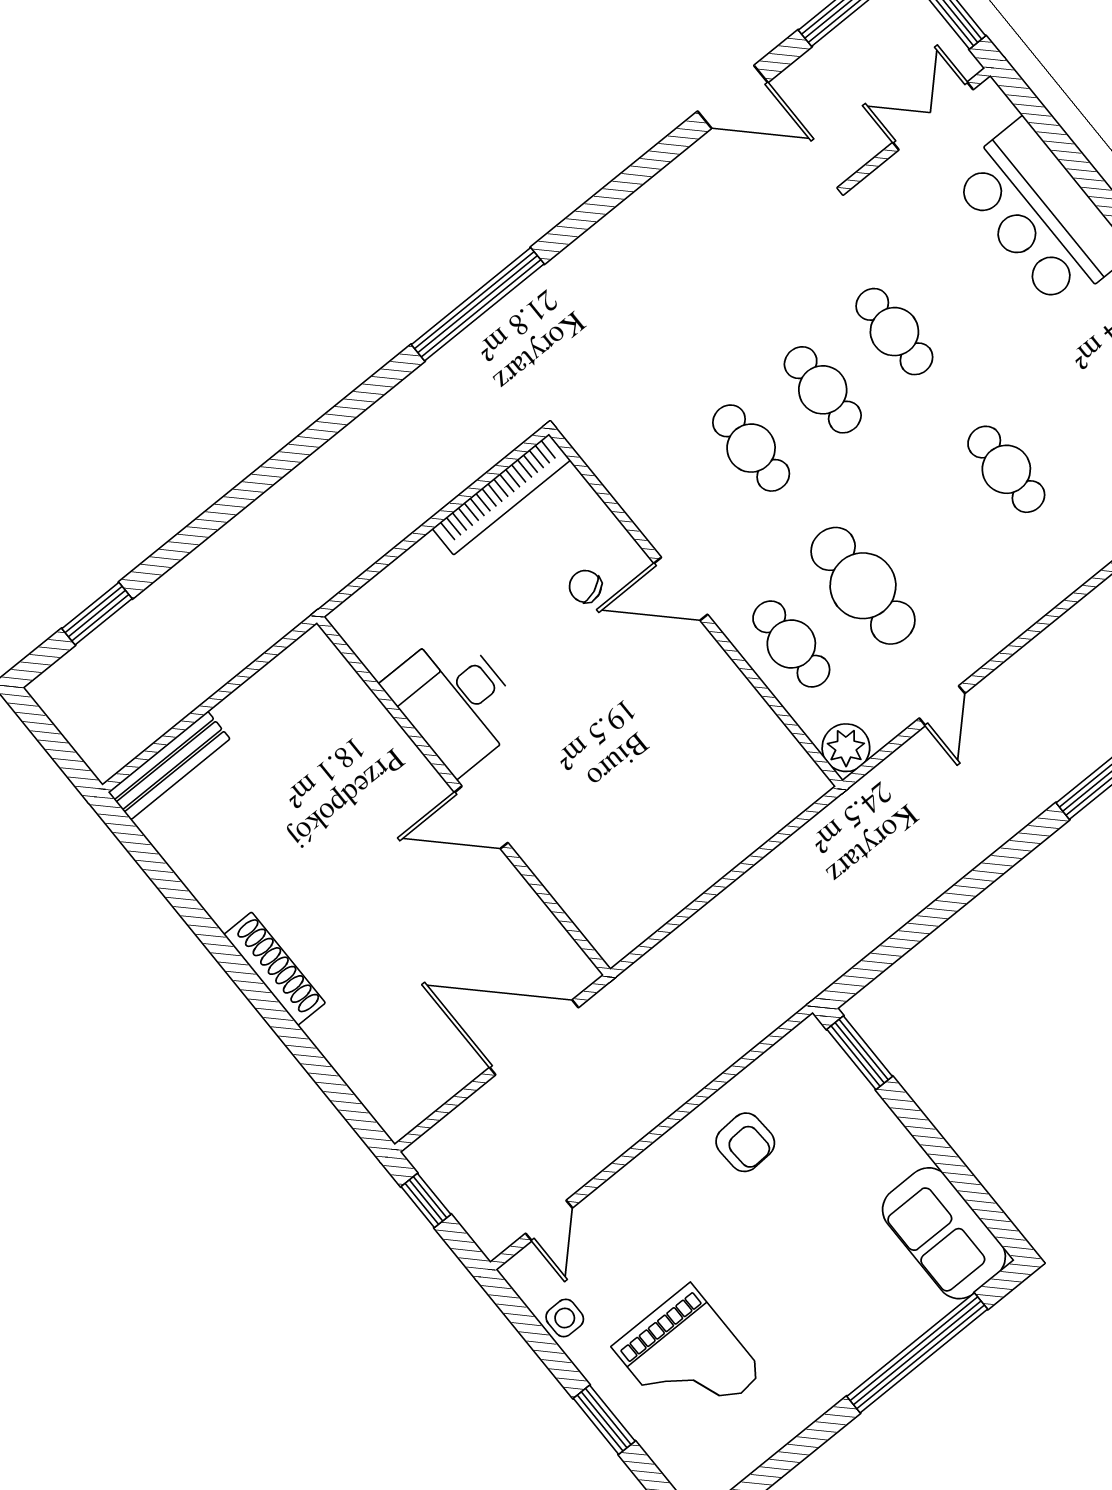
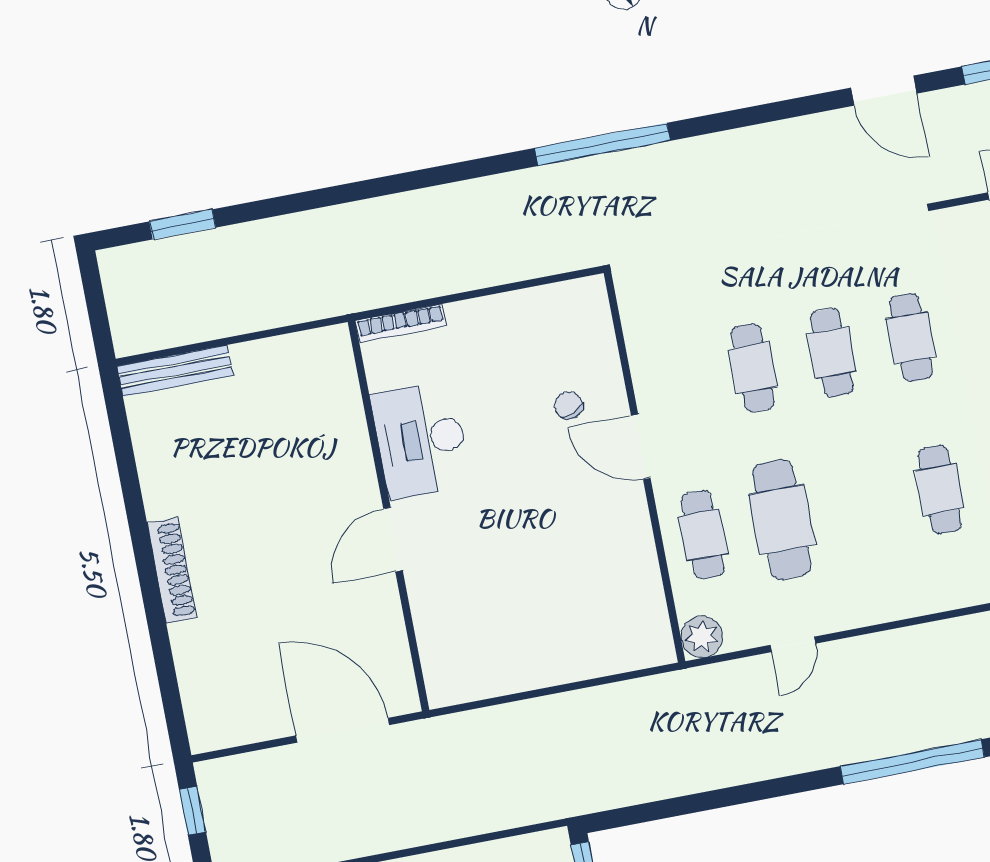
bookcase: (501, 494) -> (401, 323), moved, width x0.68, depth x0.76
door: (481, 817) -> (393, 540), hinge flipped

